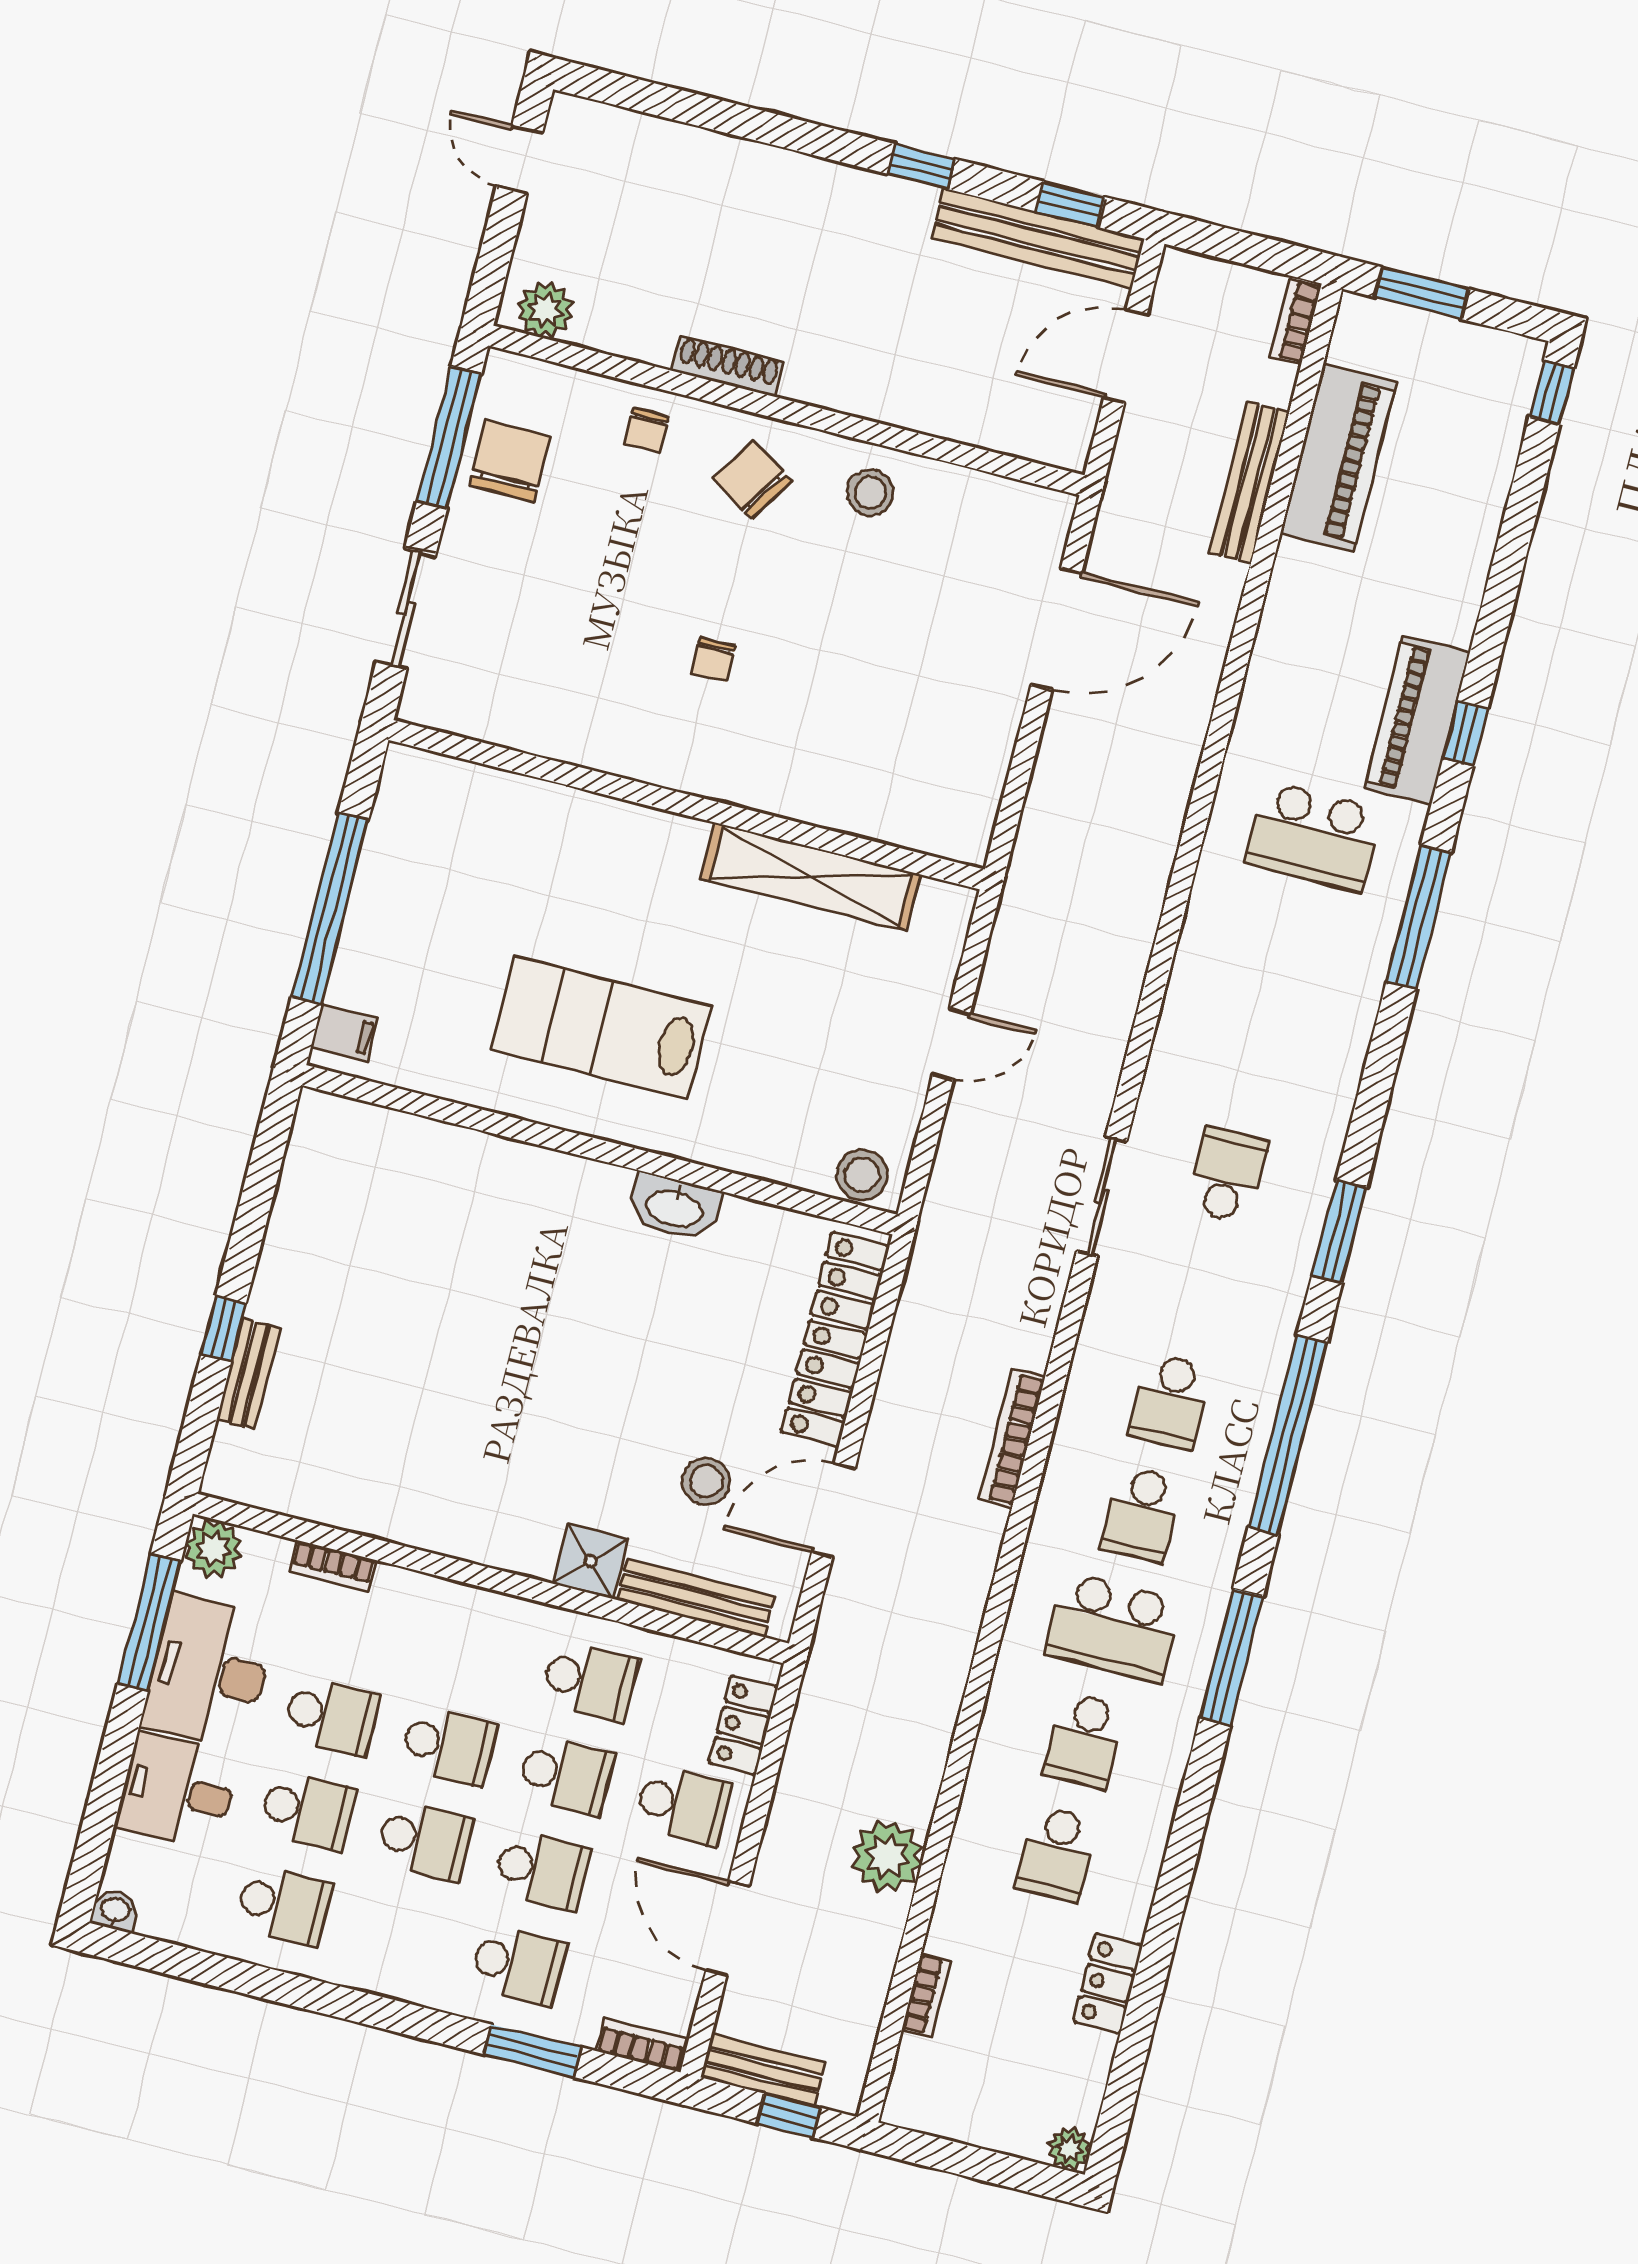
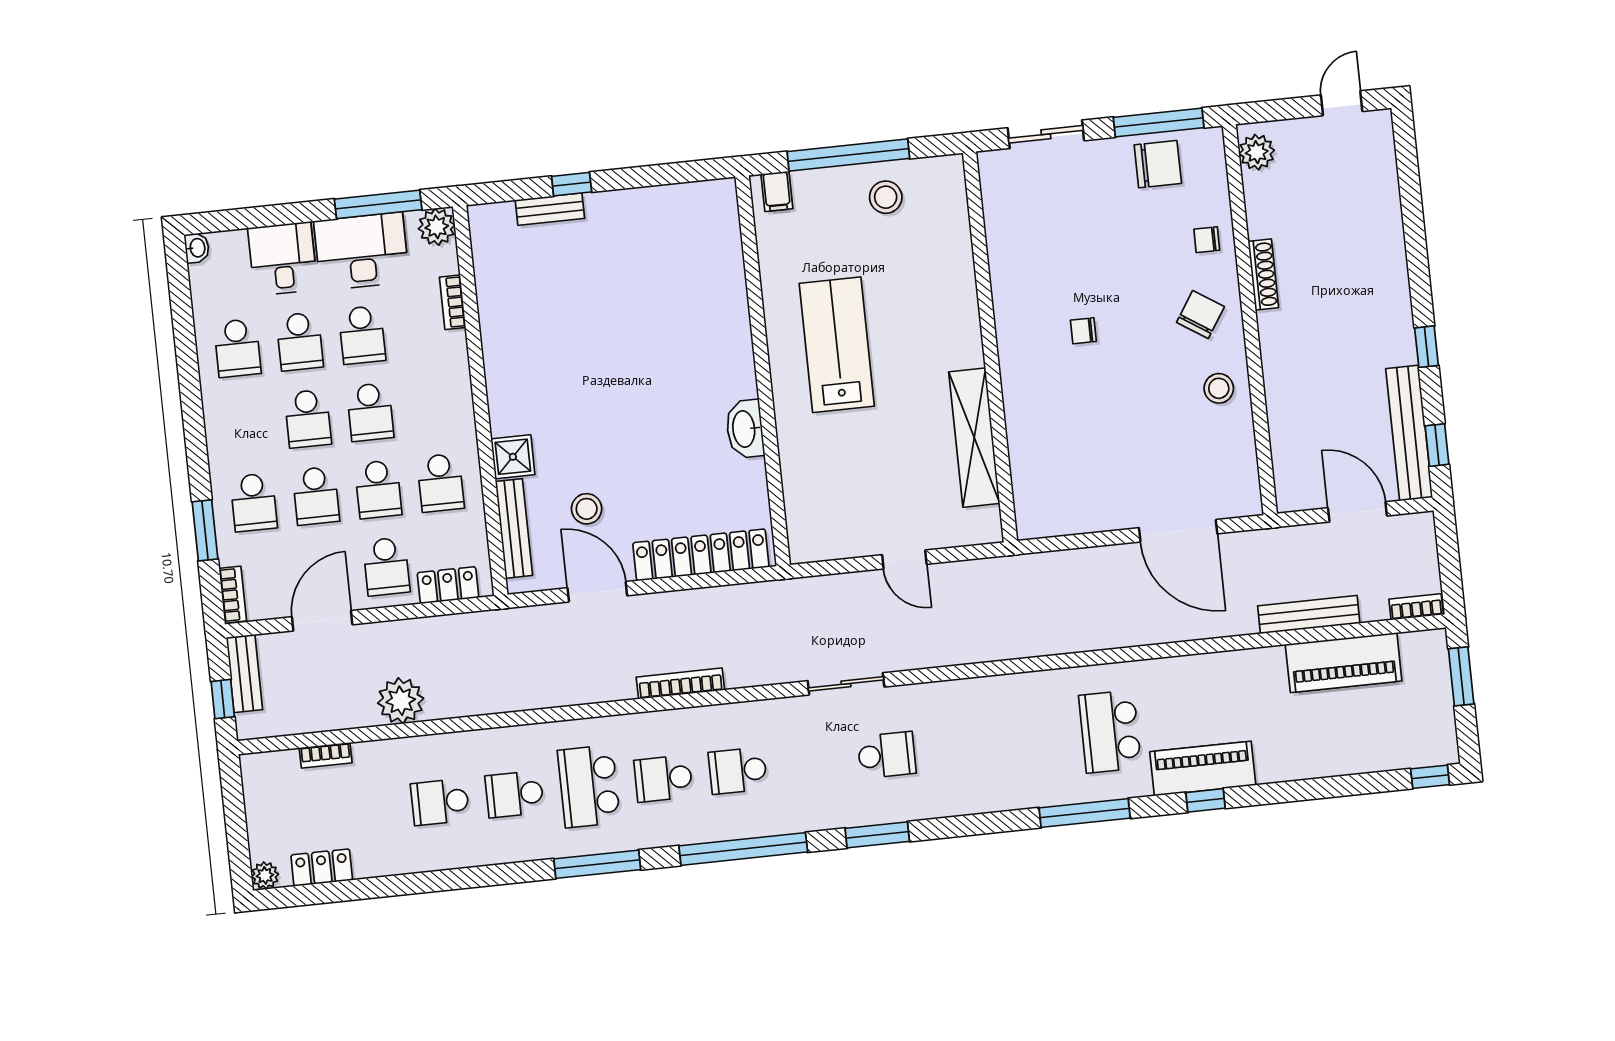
stool: (862, 1175) -> (886, 197), moved
locker: (1108, 1983) -> (322, 867), moved

